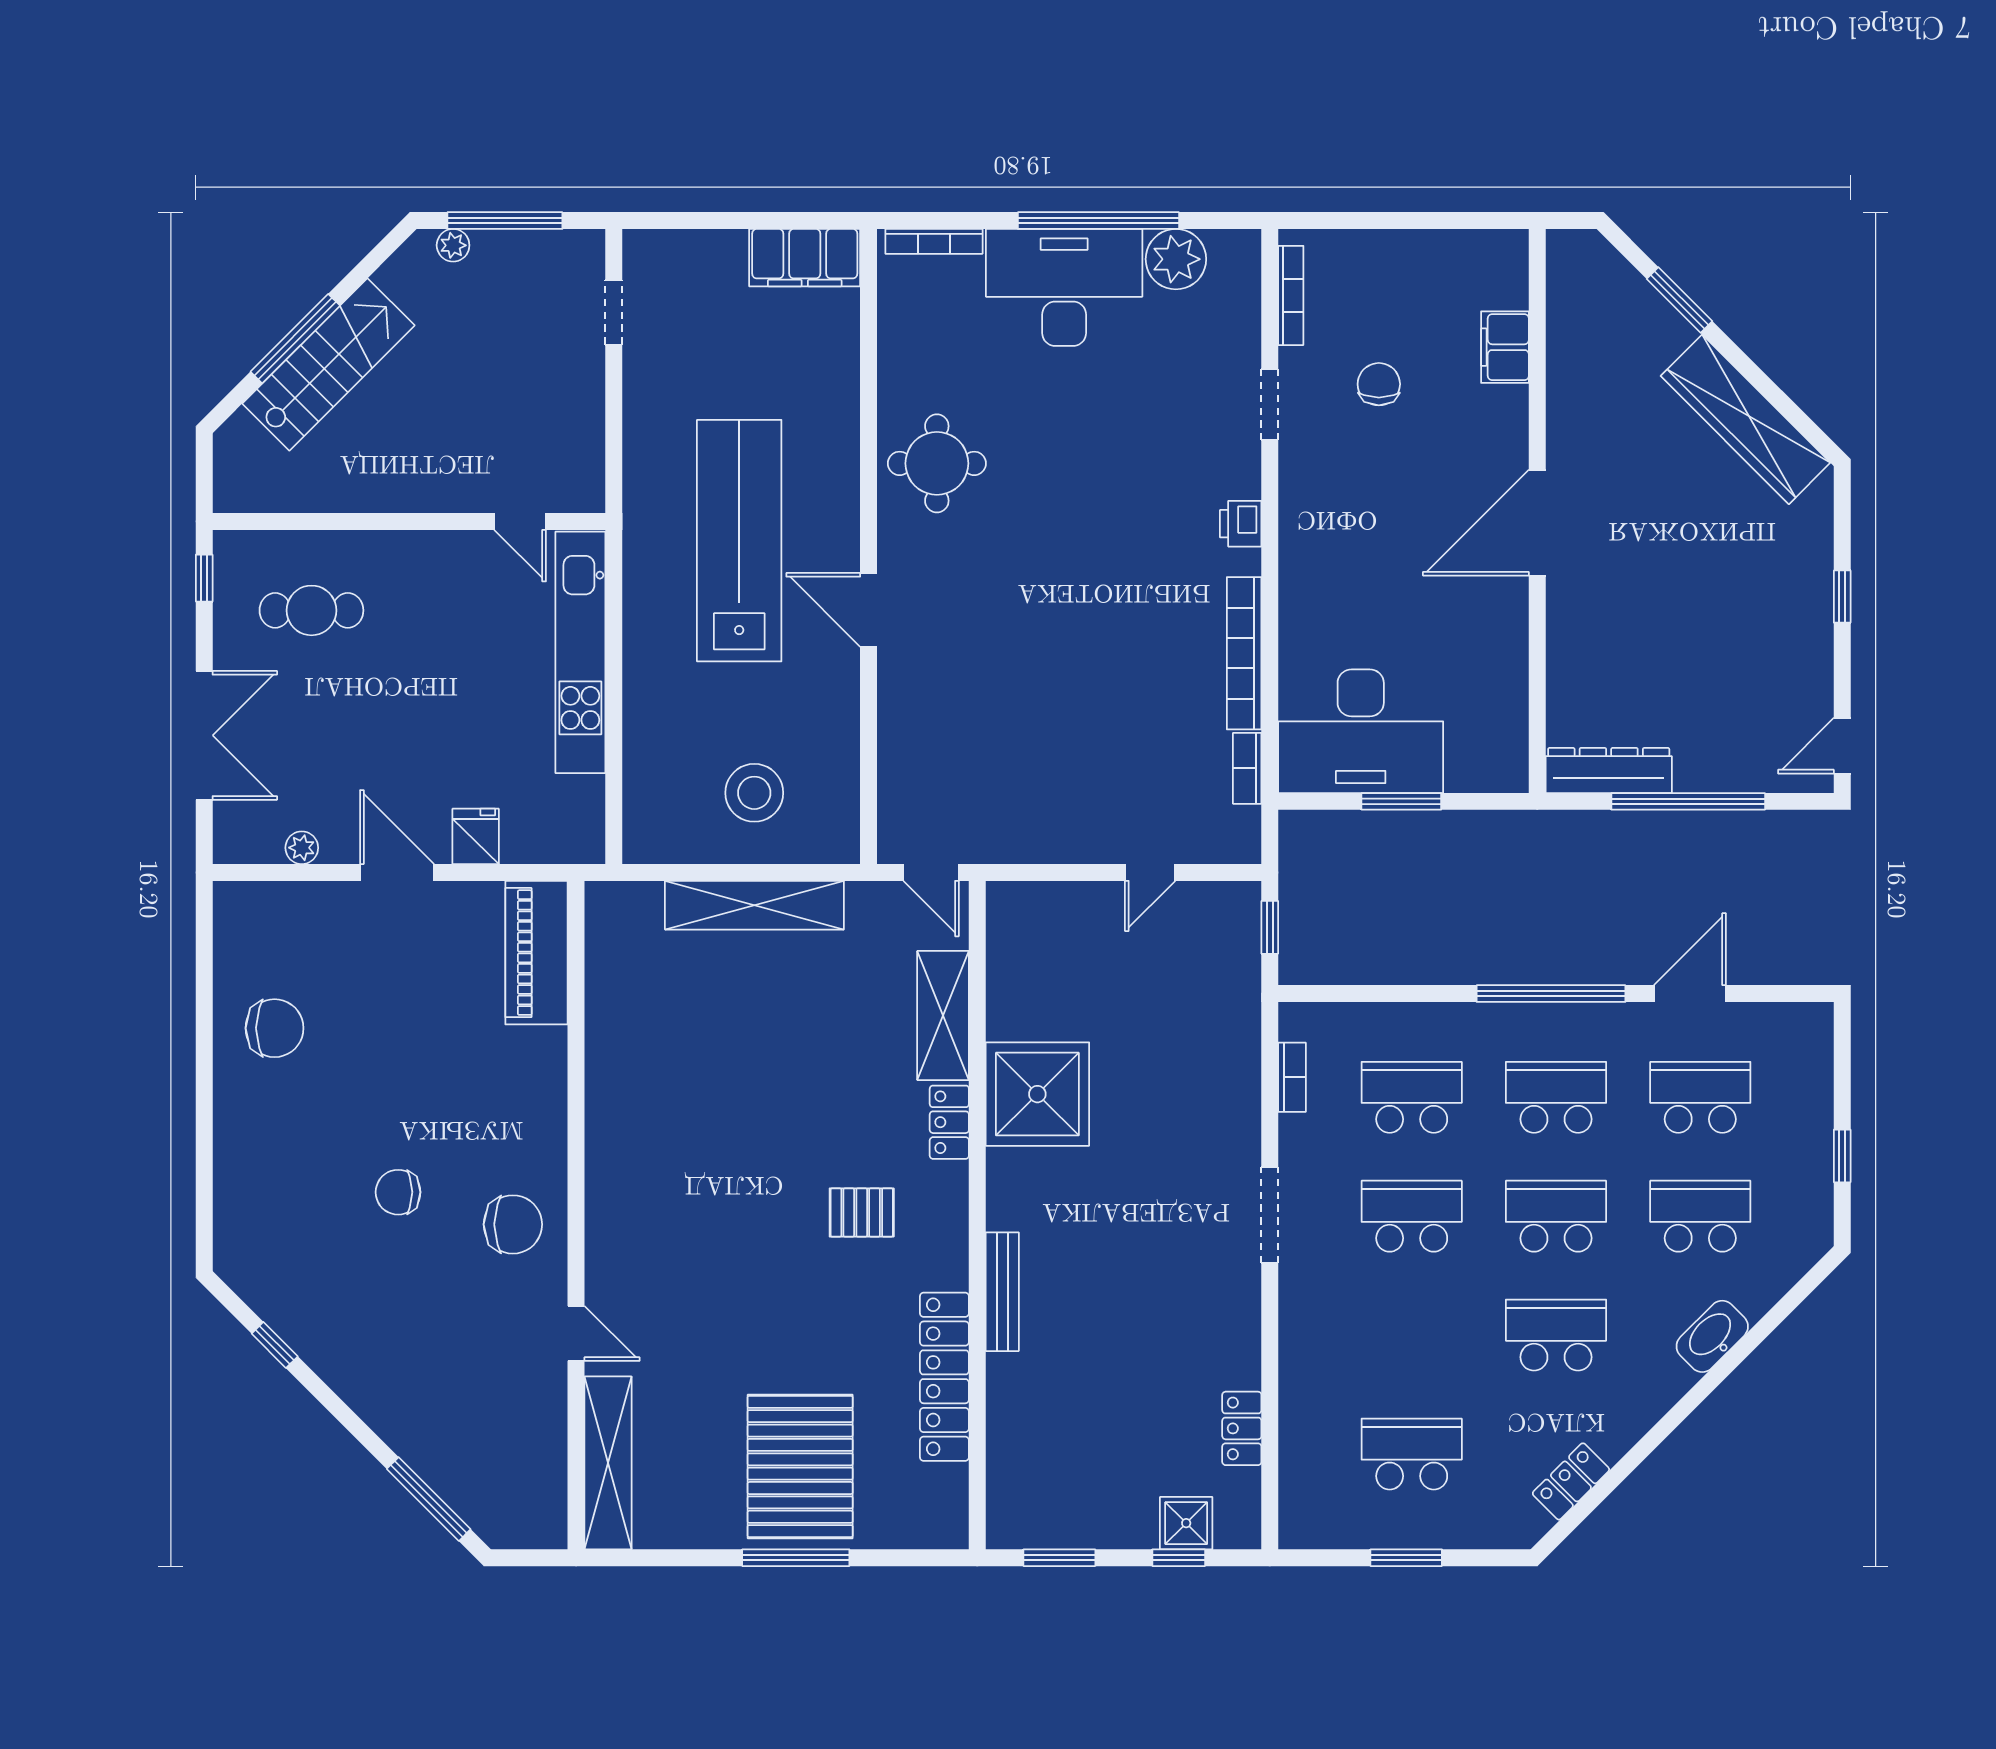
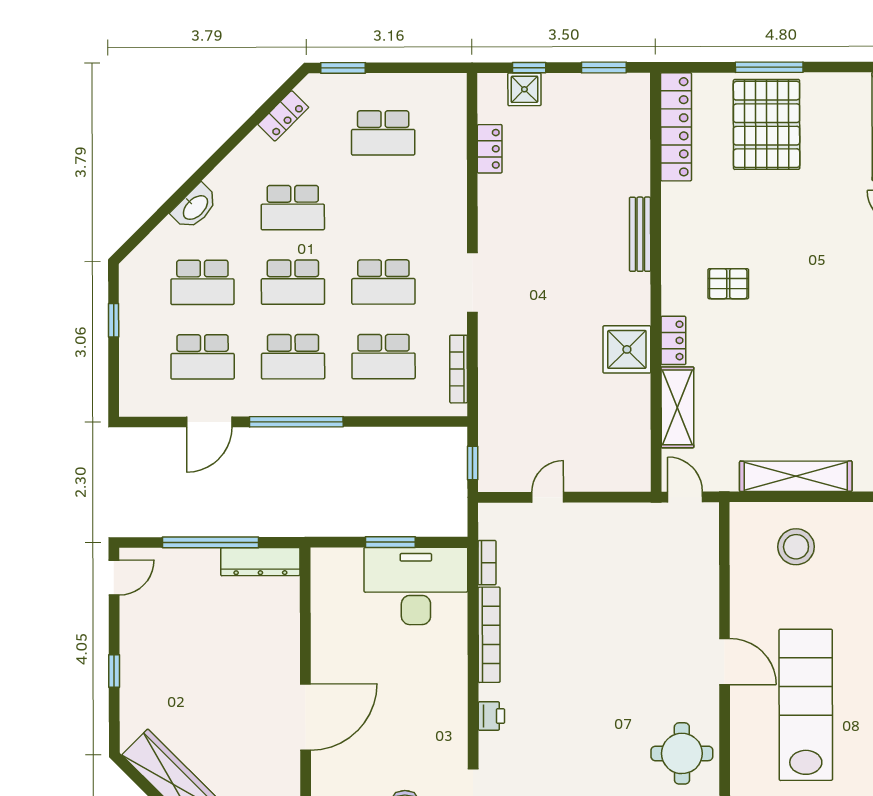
lab bench: (739, 541) -> (806, 705), turned 180
bookcase: (1292, 1077) -> (459, 369), width x1.56
shower: (1037, 1094) -> (627, 349), width x0.73, depth x0.73
locker: (944, 1377) -> (676, 127), moved
window: (1406, 1558) -> (343, 68), moved

